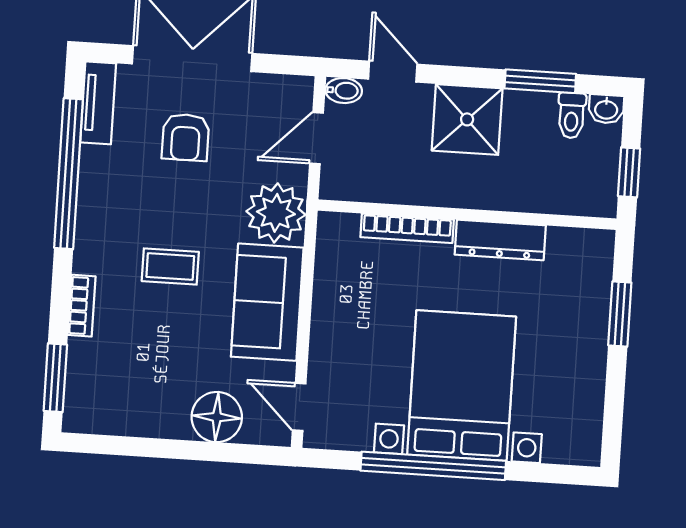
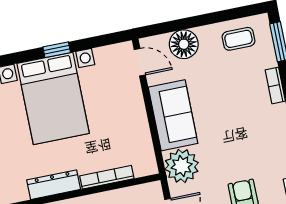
coffee table: (170, 266) -> (238, 39), moved
window: (433, 466) -> (57, 50), width x0.32

